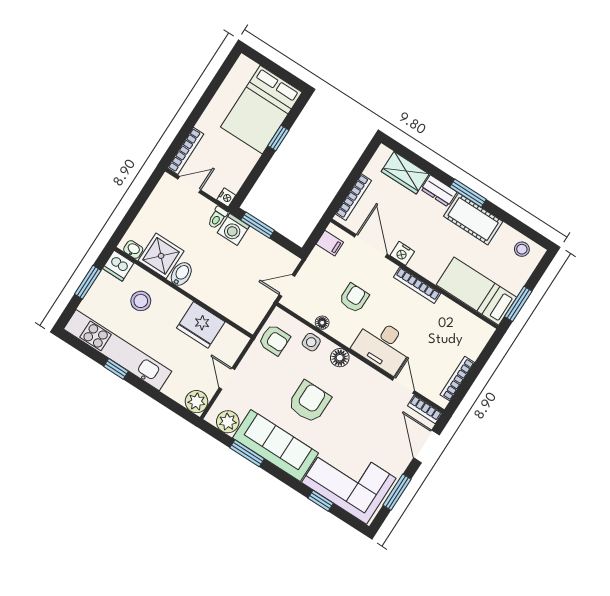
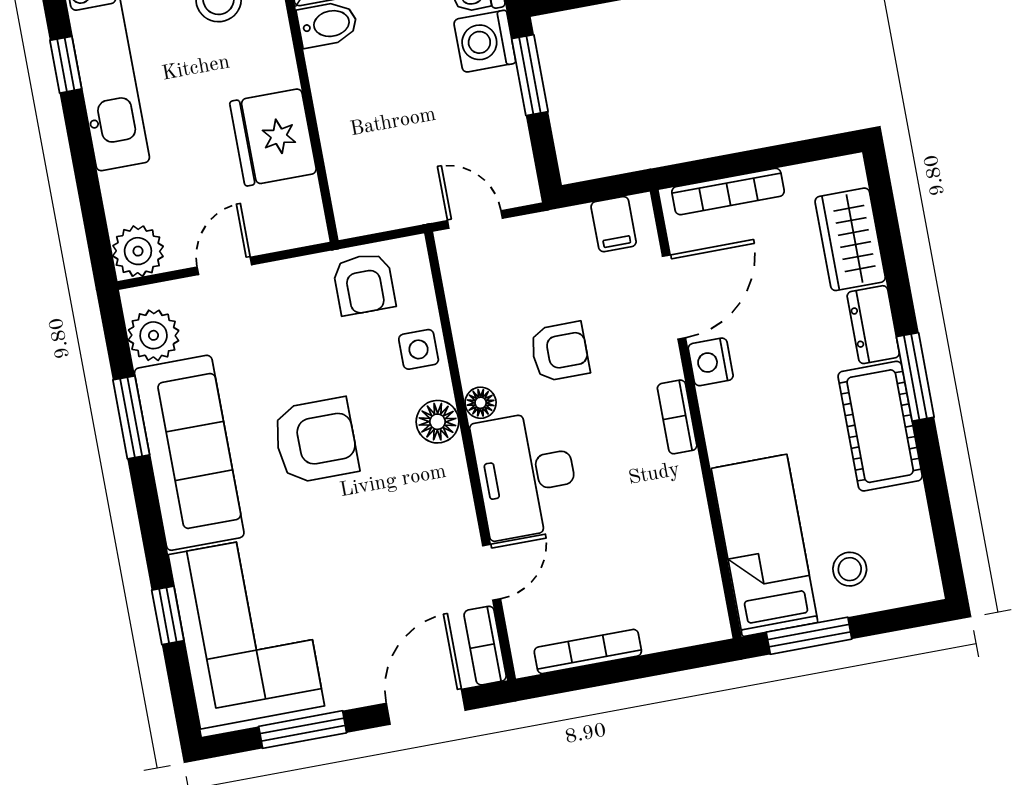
stool: (522, 249) -> (850, 569), moved
bookcase: (417, 285) -> (677, 417), width x0.64
floor lamp: (322, 323) -> (481, 403), moved

